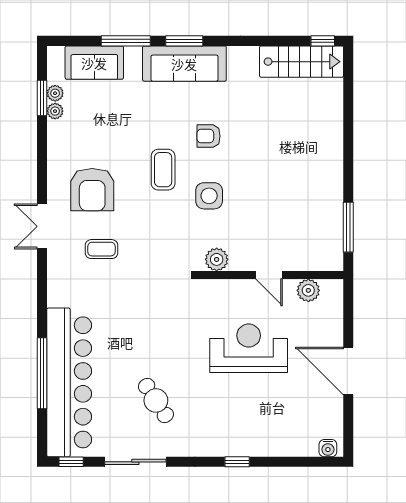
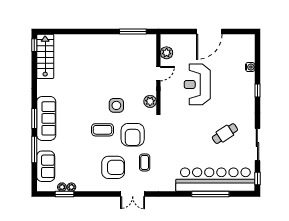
armchair: (208, 136) -> (133, 135), moved, width x1.88, depth x1.88
water cooler: (328, 448) -> (250, 67), moved

